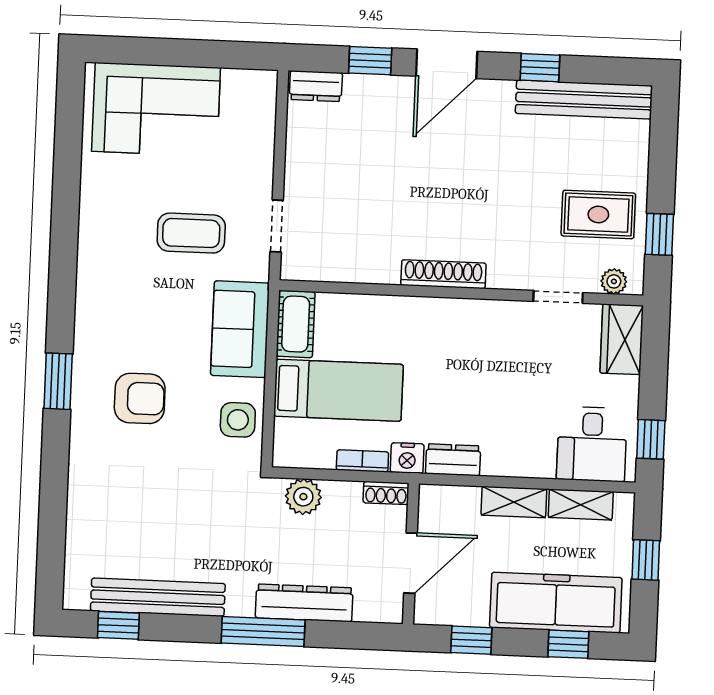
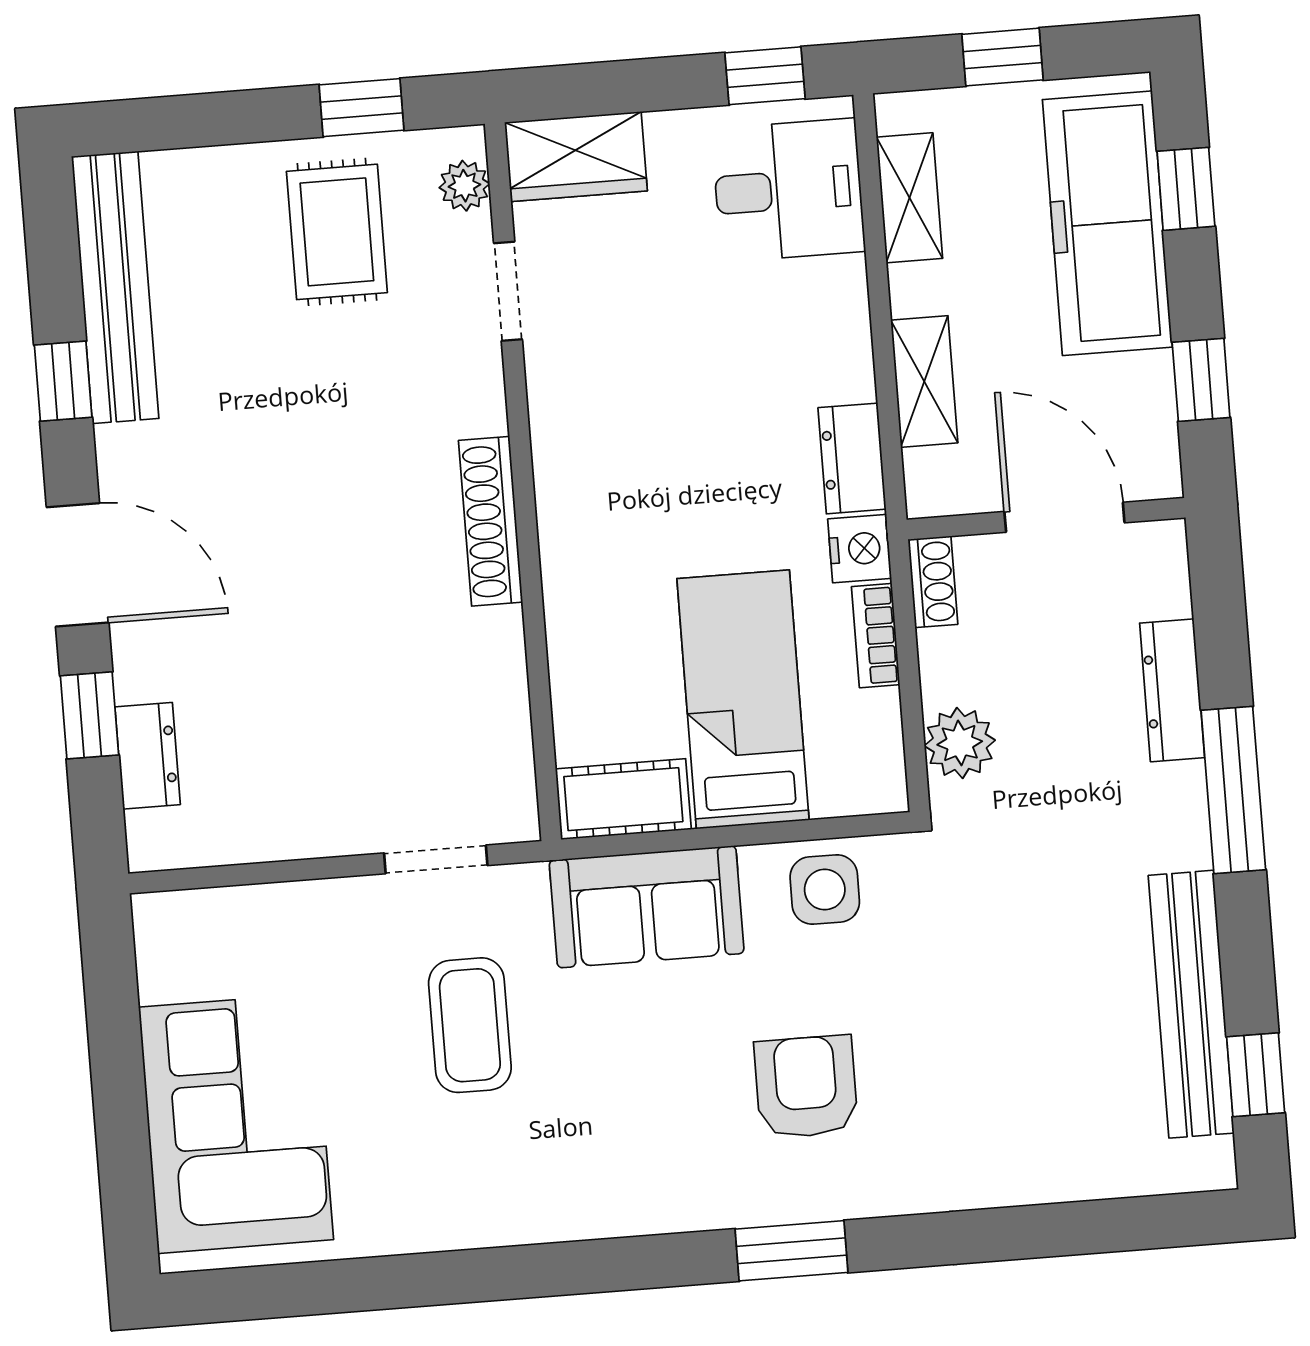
dresser: (316, 86) -> (148, 756), moved
shelving: (514, 502) -> (924, 381), moved
dresser: (304, 603) -> (1172, 690), width x0.73, depth x0.80

